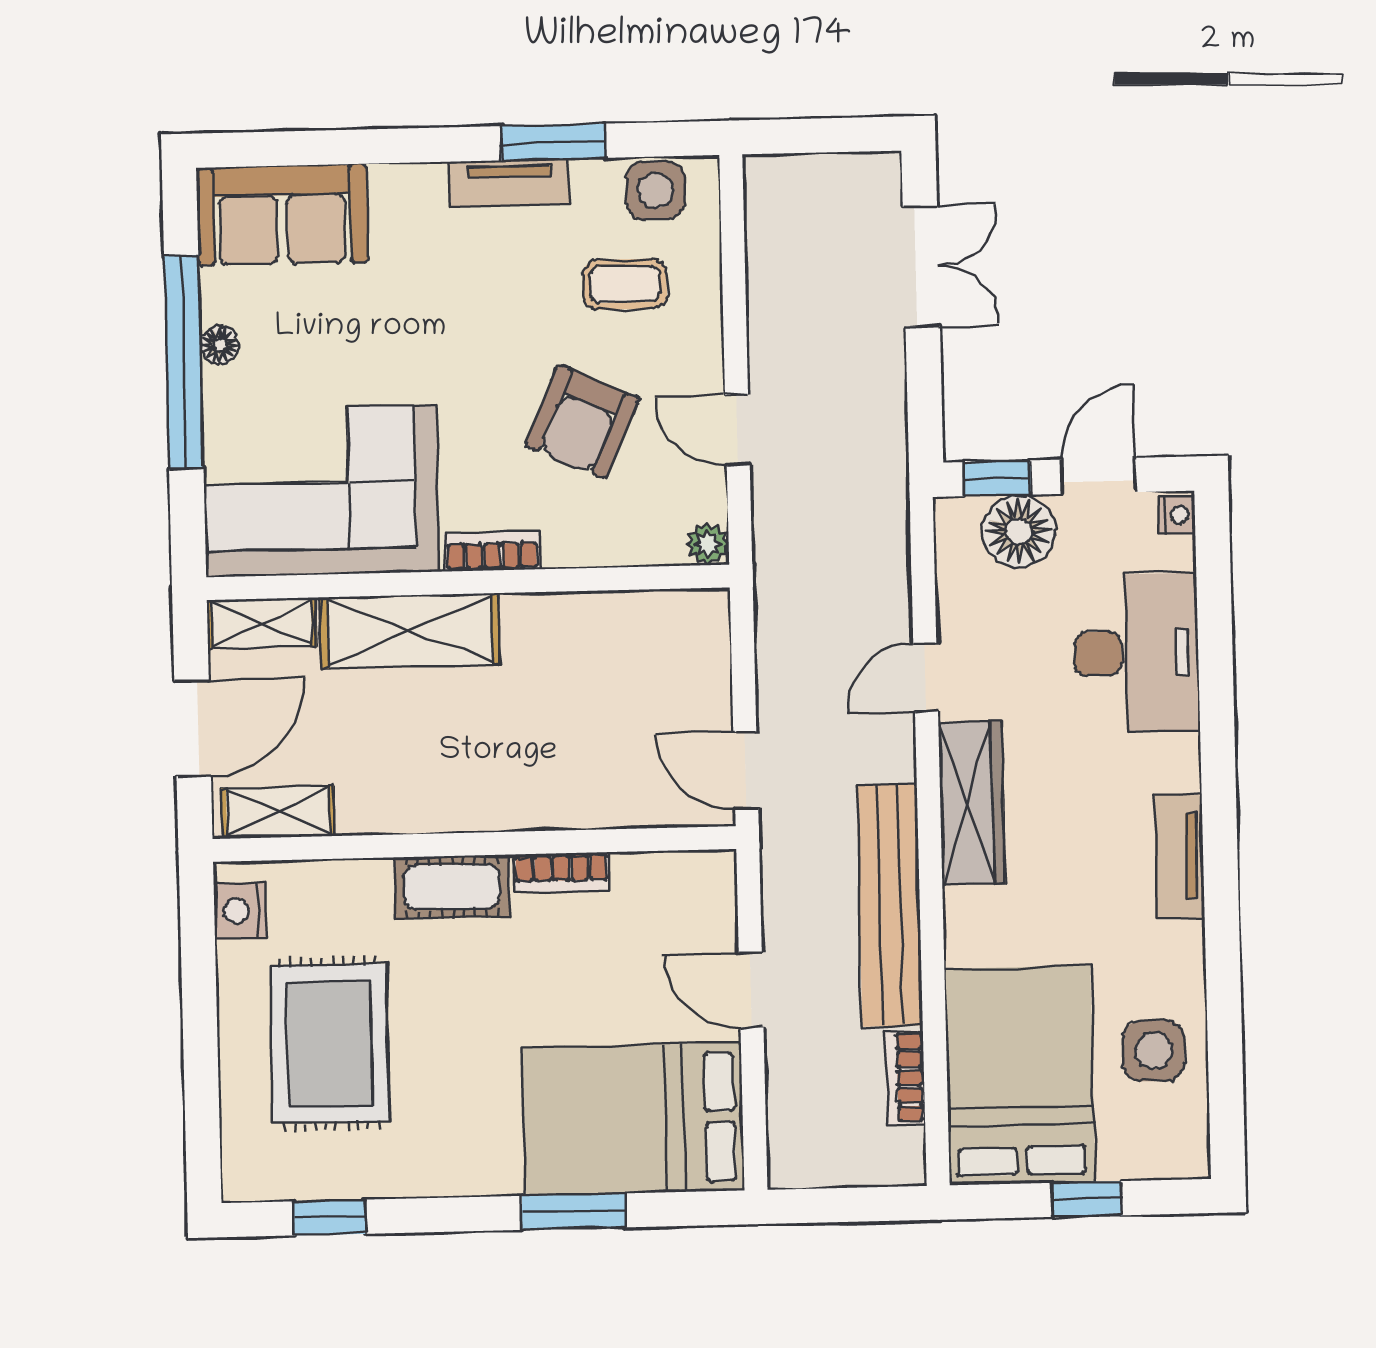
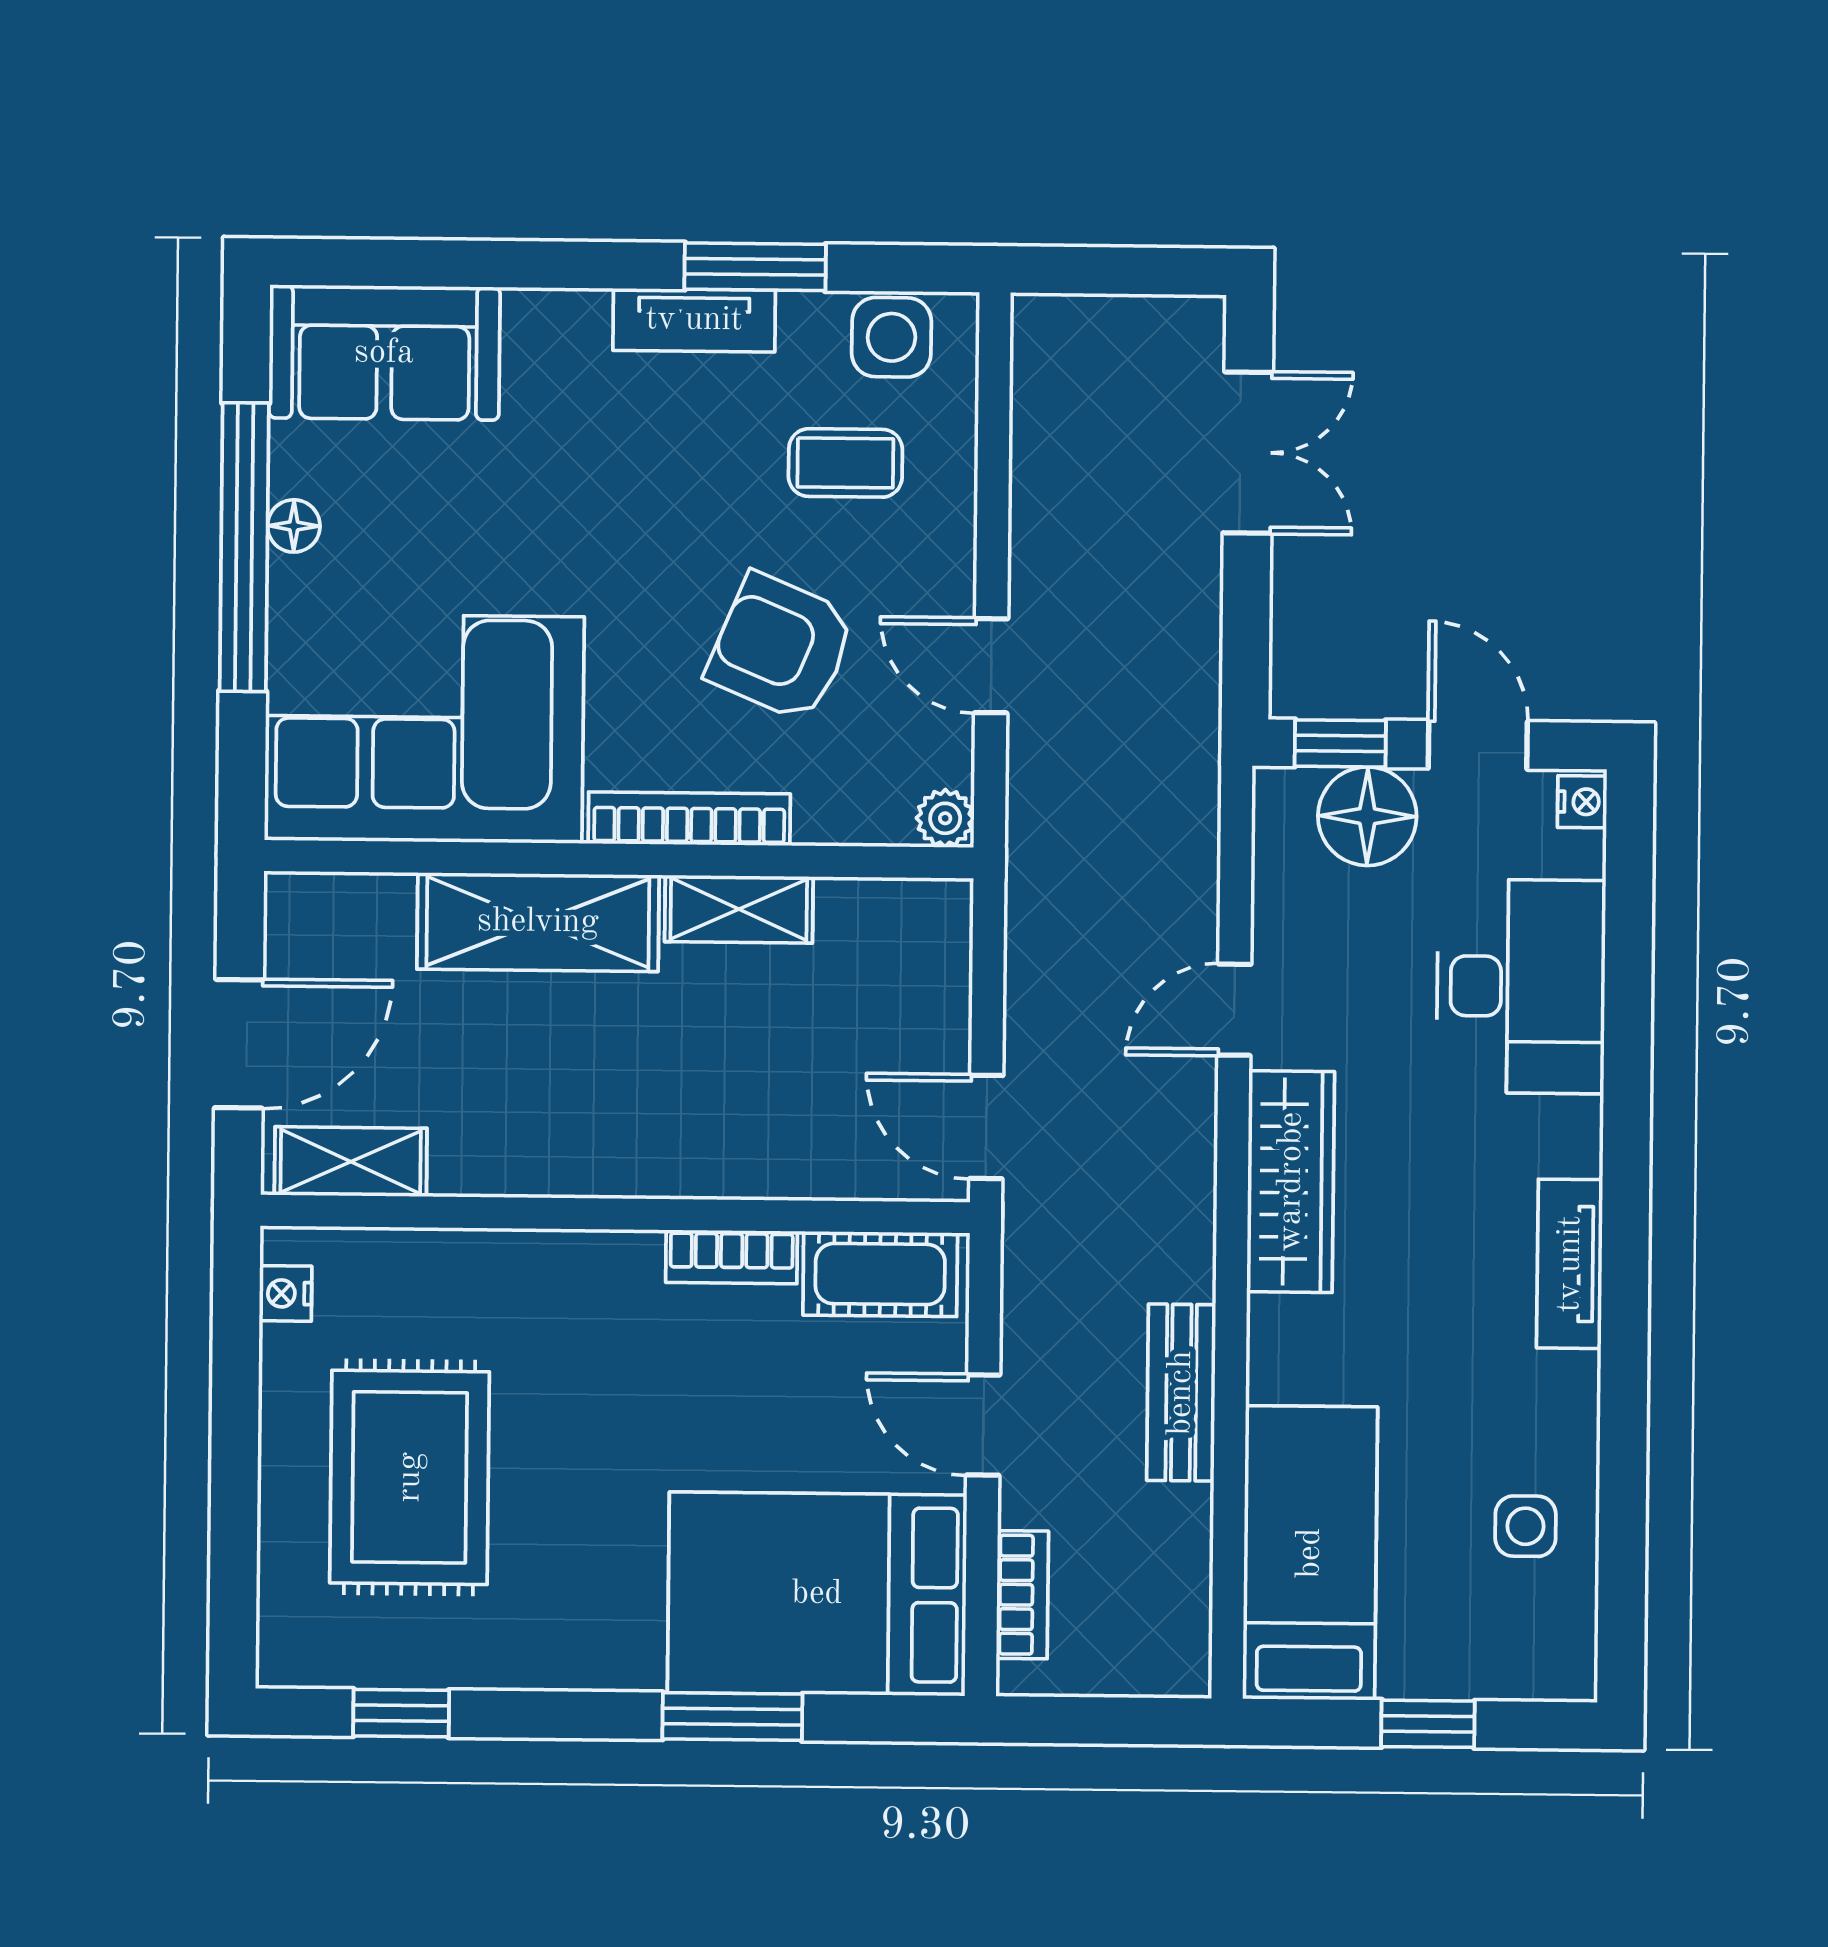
armchair: (582, 422) -> (781, 647), turned 89
door: (1098, 476) -> (1478, 745), hinge flipped
bookcase: (492, 551) -> (689, 819), width x1.56
shelving: (262, 623) -> (739, 909), moved
cot: (452, 887) -> (880, 1274), moved
bench: (890, 905) -> (1181, 1393), width x0.54, depth x0.82
nightstand: (240, 911) -> (286, 1293), width x0.72, depth x0.74
side table: (1154, 1051) -> (1526, 1526), width x0.73, depth x0.73
bed: (1020, 1075) -> (1310, 1553), width x0.67
bookcase: (905, 1078) -> (1022, 1595), moved, turned 180

